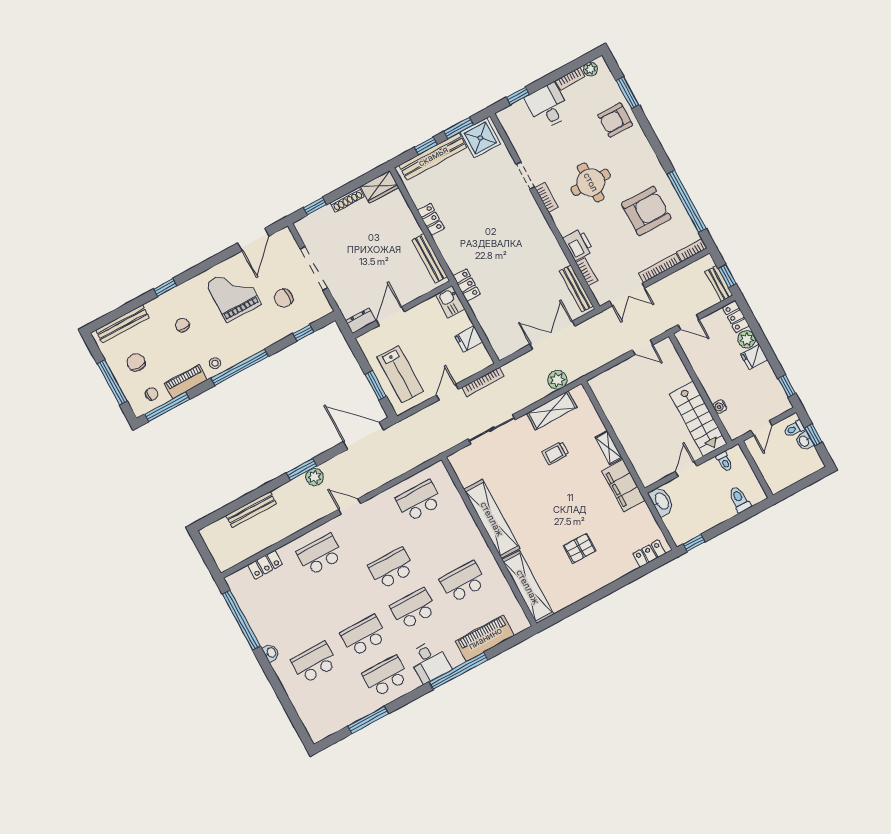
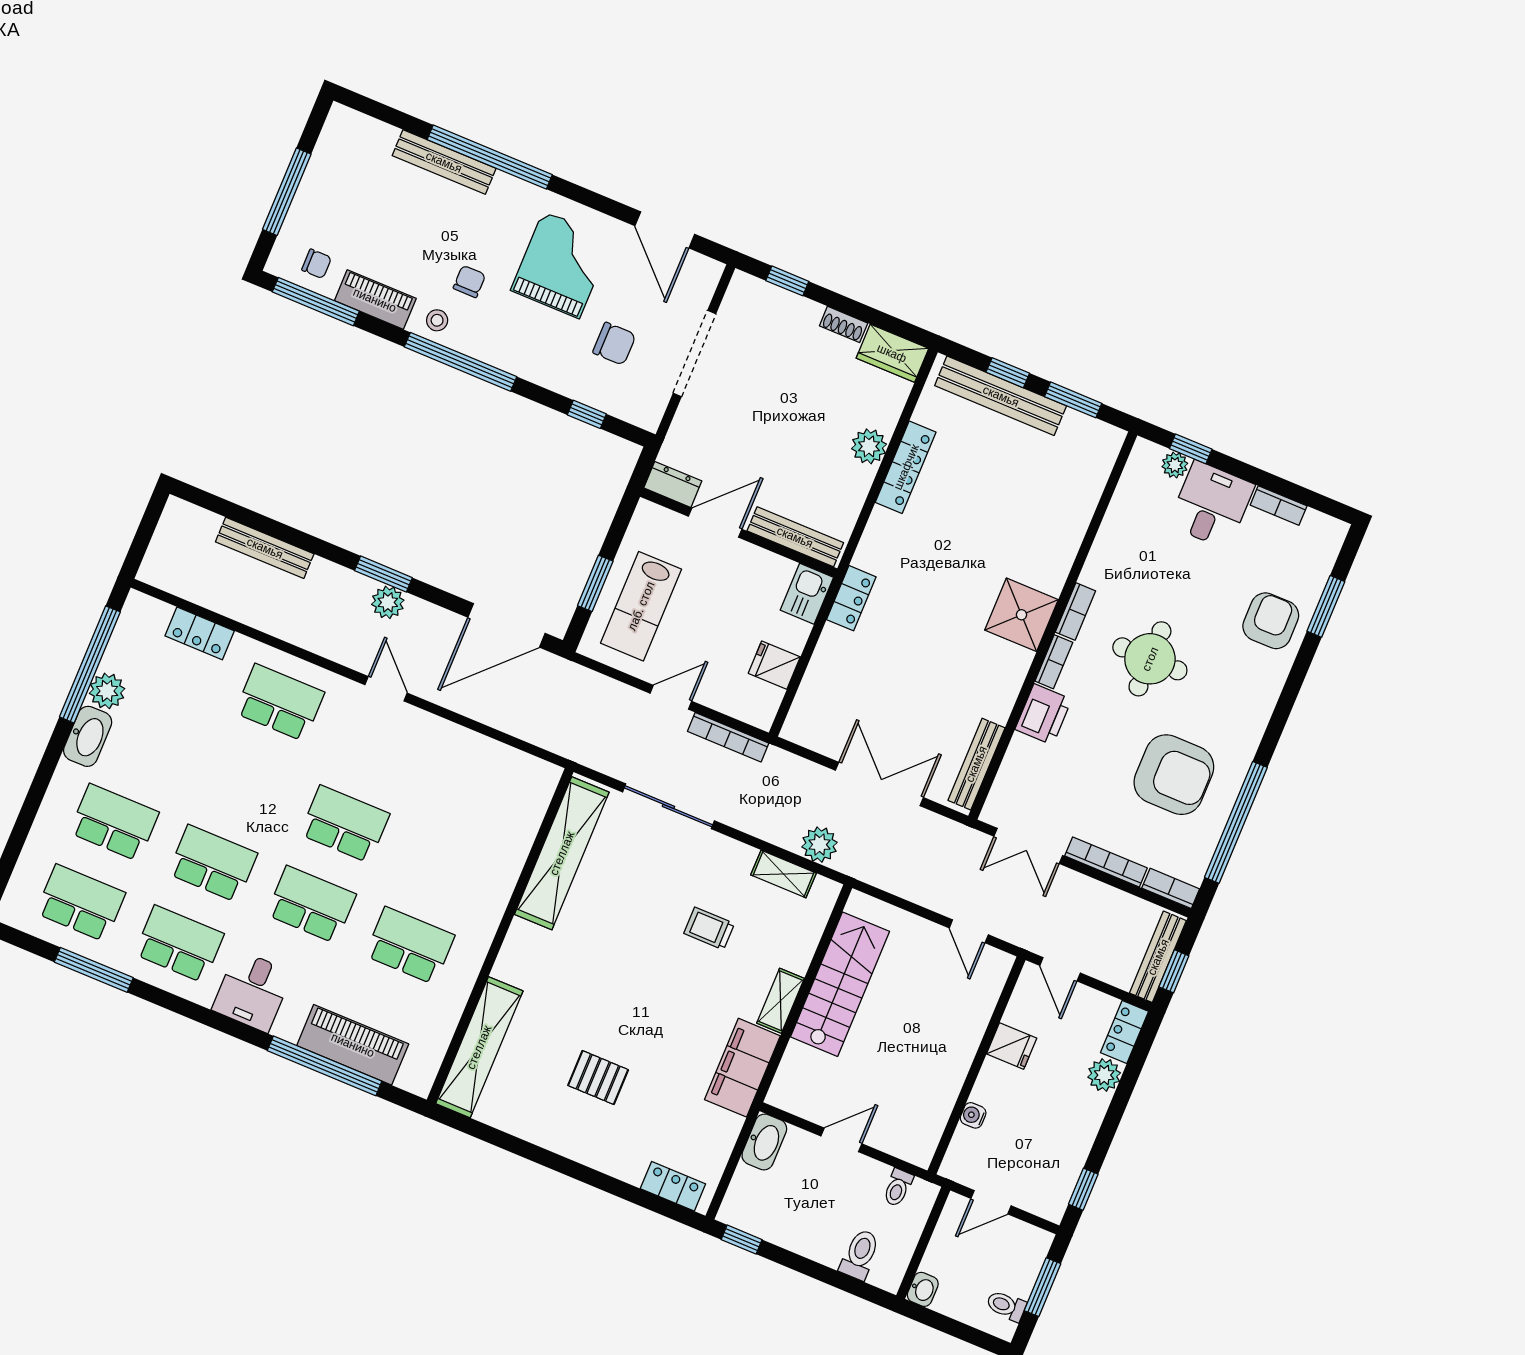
plant: (591, 69) -> (1175, 465), moved
armchair: (615, 120) -> (1271, 621), turned 90
shower: (480, 138) -> (1022, 615), moved
doorway: (525, 176) -> (1082, 555), removed
shoe rack: (347, 200) -> (844, 324), width x0.70
locker: (431, 219) -> (906, 467), width x1.53
plant: (410, 227) -> (869, 446), added
door: (253, 240) -> (665, 230), hinge flipped
bench: (430, 258) -> (795, 537), moved, turned 90
bookcase: (587, 272) -> (1054, 662), moved
bench: (719, 283) -> (1158, 957), width x1.36
window: (165, 287) -> (490, 157), width x3.17
chair: (283, 298) -> (614, 344), turned 180
bench: (122, 324) -> (444, 162), moved
chair: (182, 325) -> (469, 282), moved
fridge: (754, 357) -> (1012, 1046), moved, turned 180
chair: (136, 363) -> (344, 203), removed
shelving: (552, 410) -> (783, 874), width x0.67, depth x0.75
stairs: (698, 419) -> (840, 984), moved, turned 180
toilet: (794, 429) -> (1006, 1306), moved
window: (813, 435) -> (1042, 1287), width x1.50
door: (363, 436) -> (507, 625), swing flipped
washbasin: (804, 441) -> (923, 1289), moved, turned 180
school desk: (419, 501) -> (81, 903), moved
shelving: (492, 519) -> (562, 853), moved
plant: (258, 622) -> (107, 691), added
washbasin: (271, 653) -> (88, 736), width x1.91, depth x1.45
window: (459, 671) -> (325, 1066), moved

